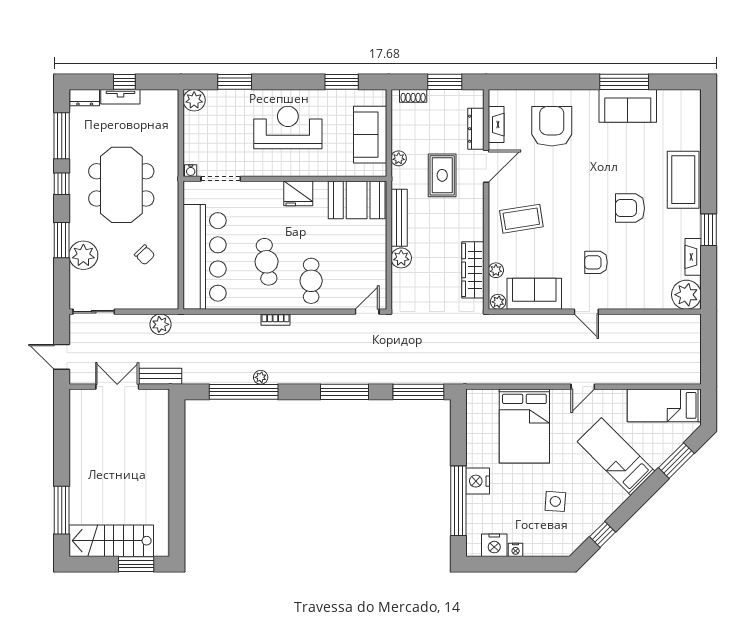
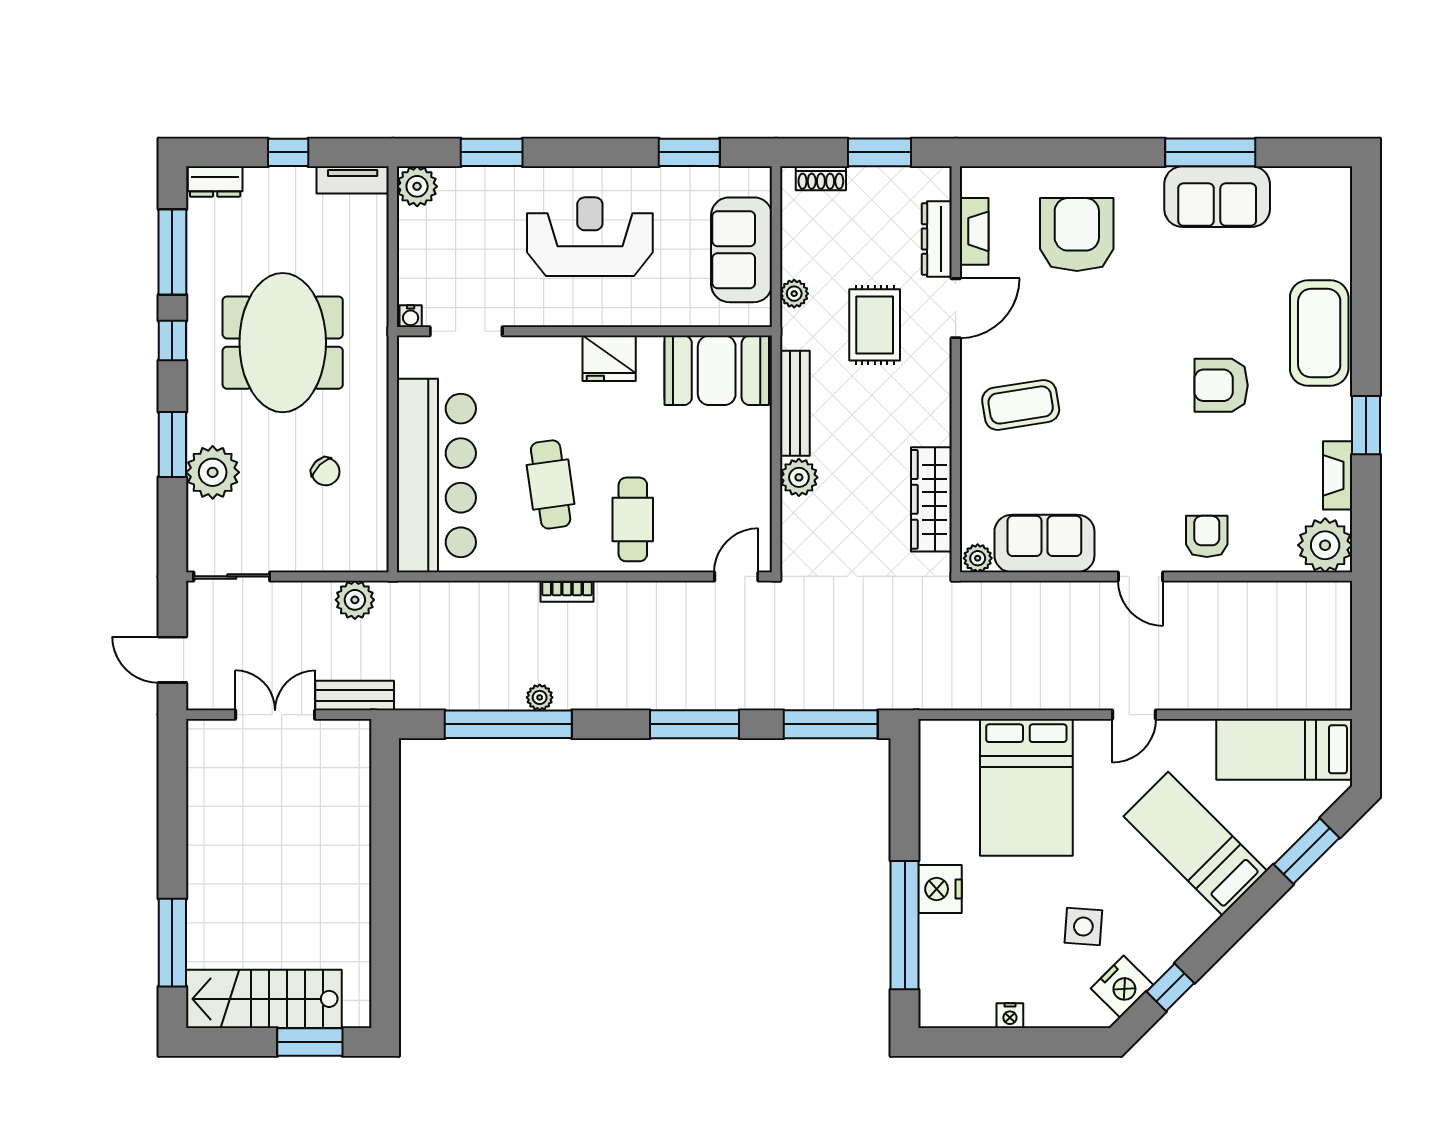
tv unit: (120, 97) -> (353, 180), moved
armchair: (596, 262) -> (1207, 536), moved, turned 90
plant: (496, 270) -> (974, 500), removed
nightstand: (494, 545) -> (1122, 987), moved, turned -45

